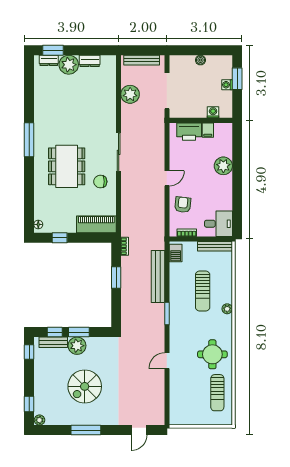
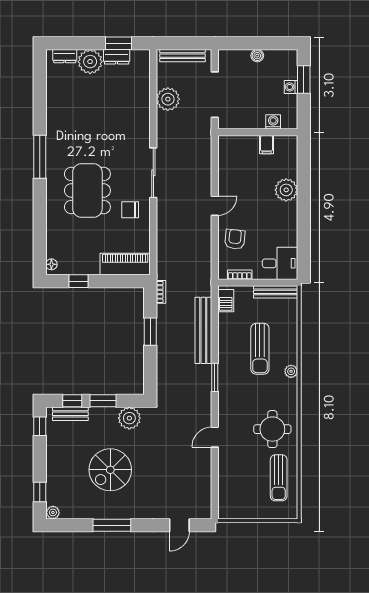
window: (53, 50) -> (119, 43), moved
printer: (189, 132) -> (243, 146), removed
plant: (77, 346) -> (129, 418), moved

